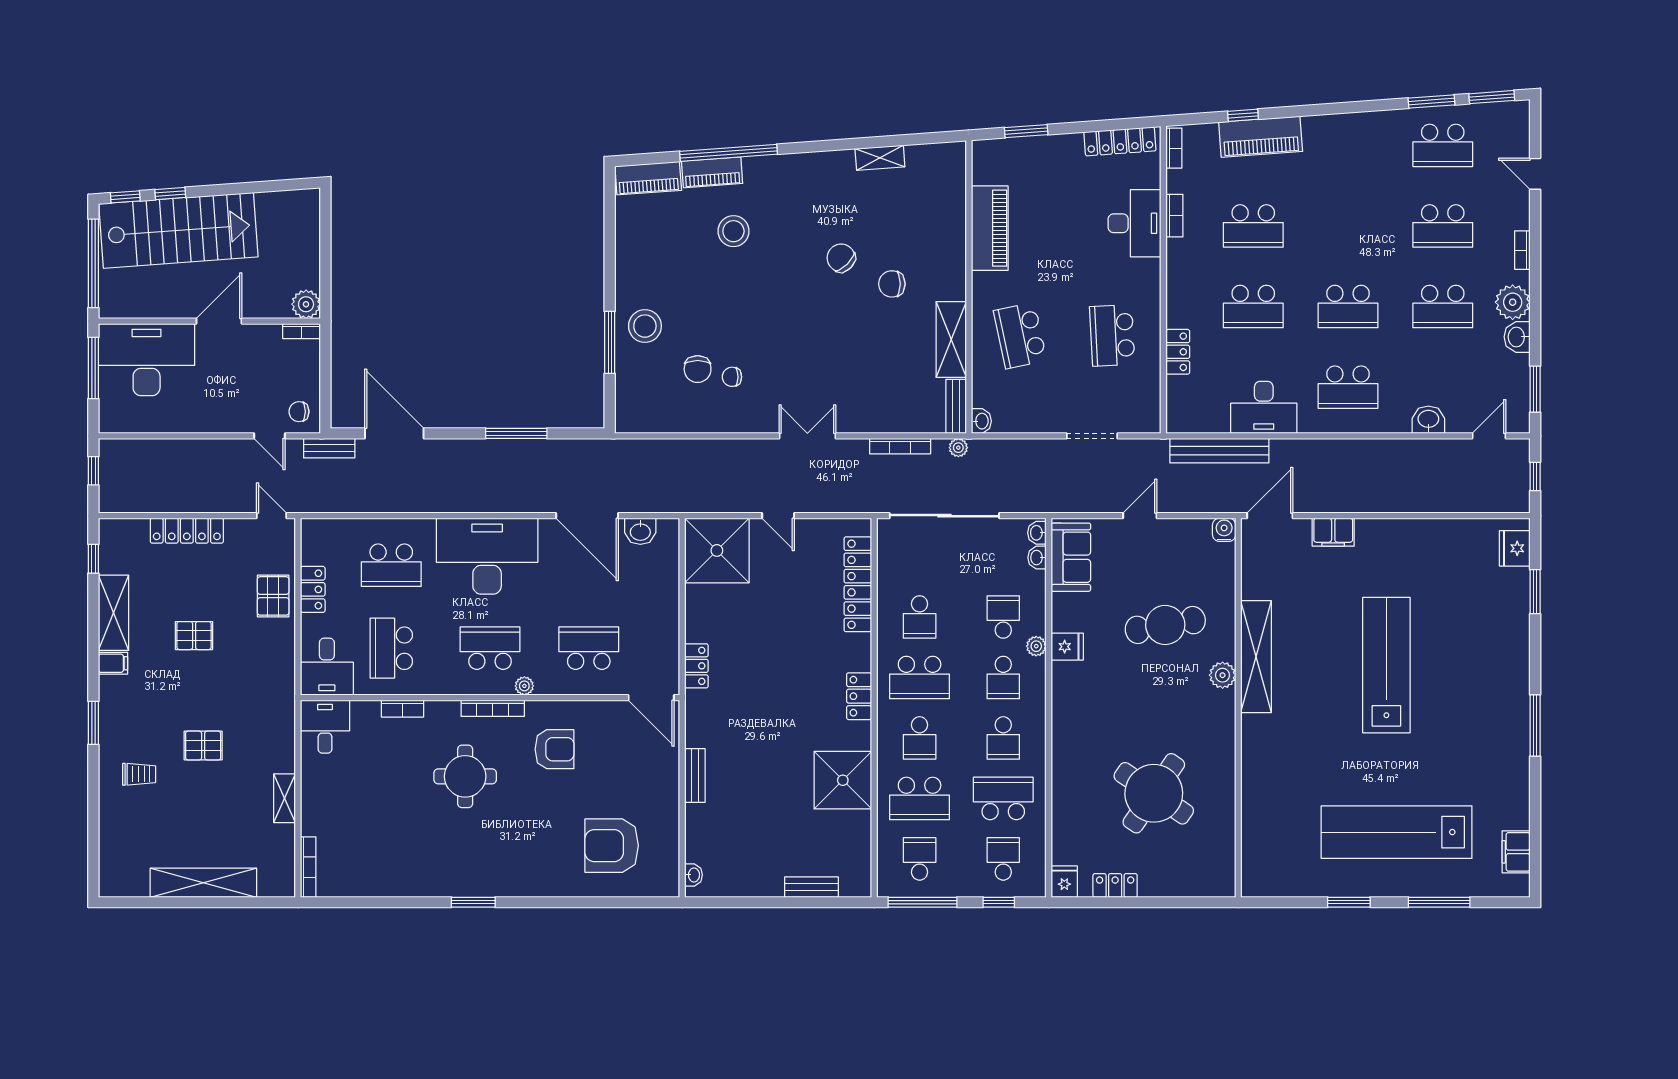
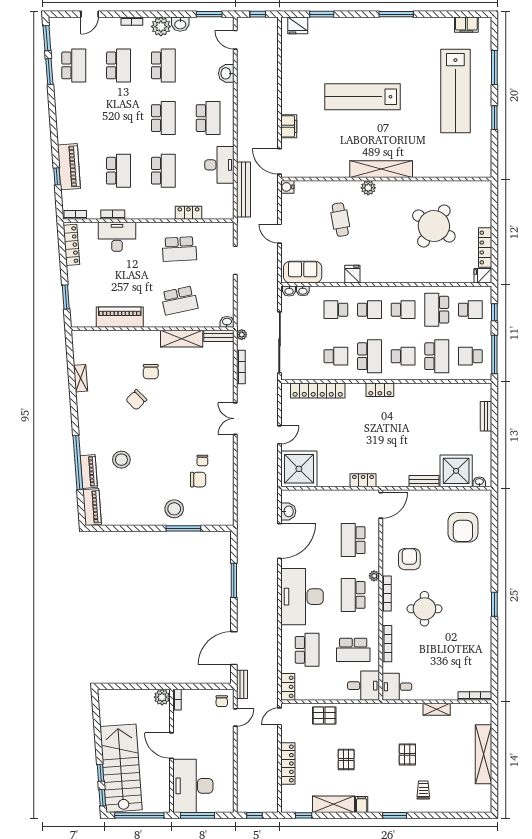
locker: (313, 589) -> (288, 687), moved, turned 90
cafe table: (1165, 625) -> (340, 220), width x0.73, depth x0.74
plant: (1036, 646) -> (352, 291), removed
shelving: (1256, 657) -> (381, 169), moved
bookcase: (402, 709) -> (387, 644), width x1.56
shower: (843, 780) -> (456, 471), moved
school desk: (1003, 859) -> (470, 310), turned 180
locker: (1115, 885) -> (485, 248), width x1.53

